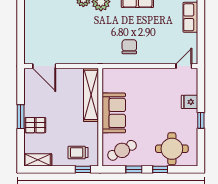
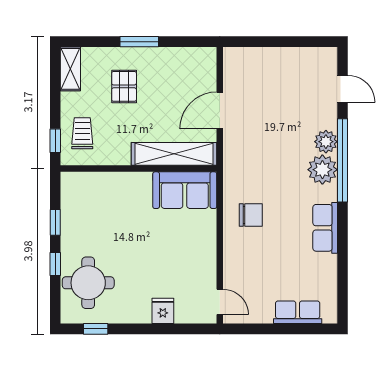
door: (44, 66) -> (220, 110), moved
sofa: (114, 113) -> (185, 190), moved
window: (201, 120) -> (96, 329), moved
pallet: (35, 125) -> (124, 86), moved
cafe table: (122, 150) -> (86, 203), removed

